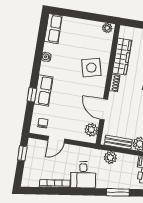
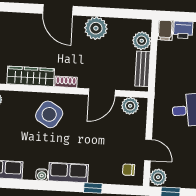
side table: (91, 68) -> (49, 114), turned 45
row of seats: (44, 90) -> (68, 173), moved
plant: (110, 157) -> (158, 177), moved

